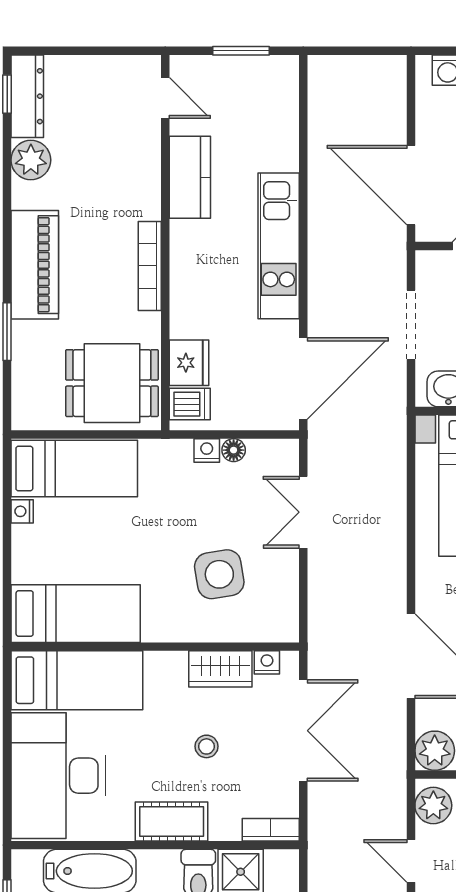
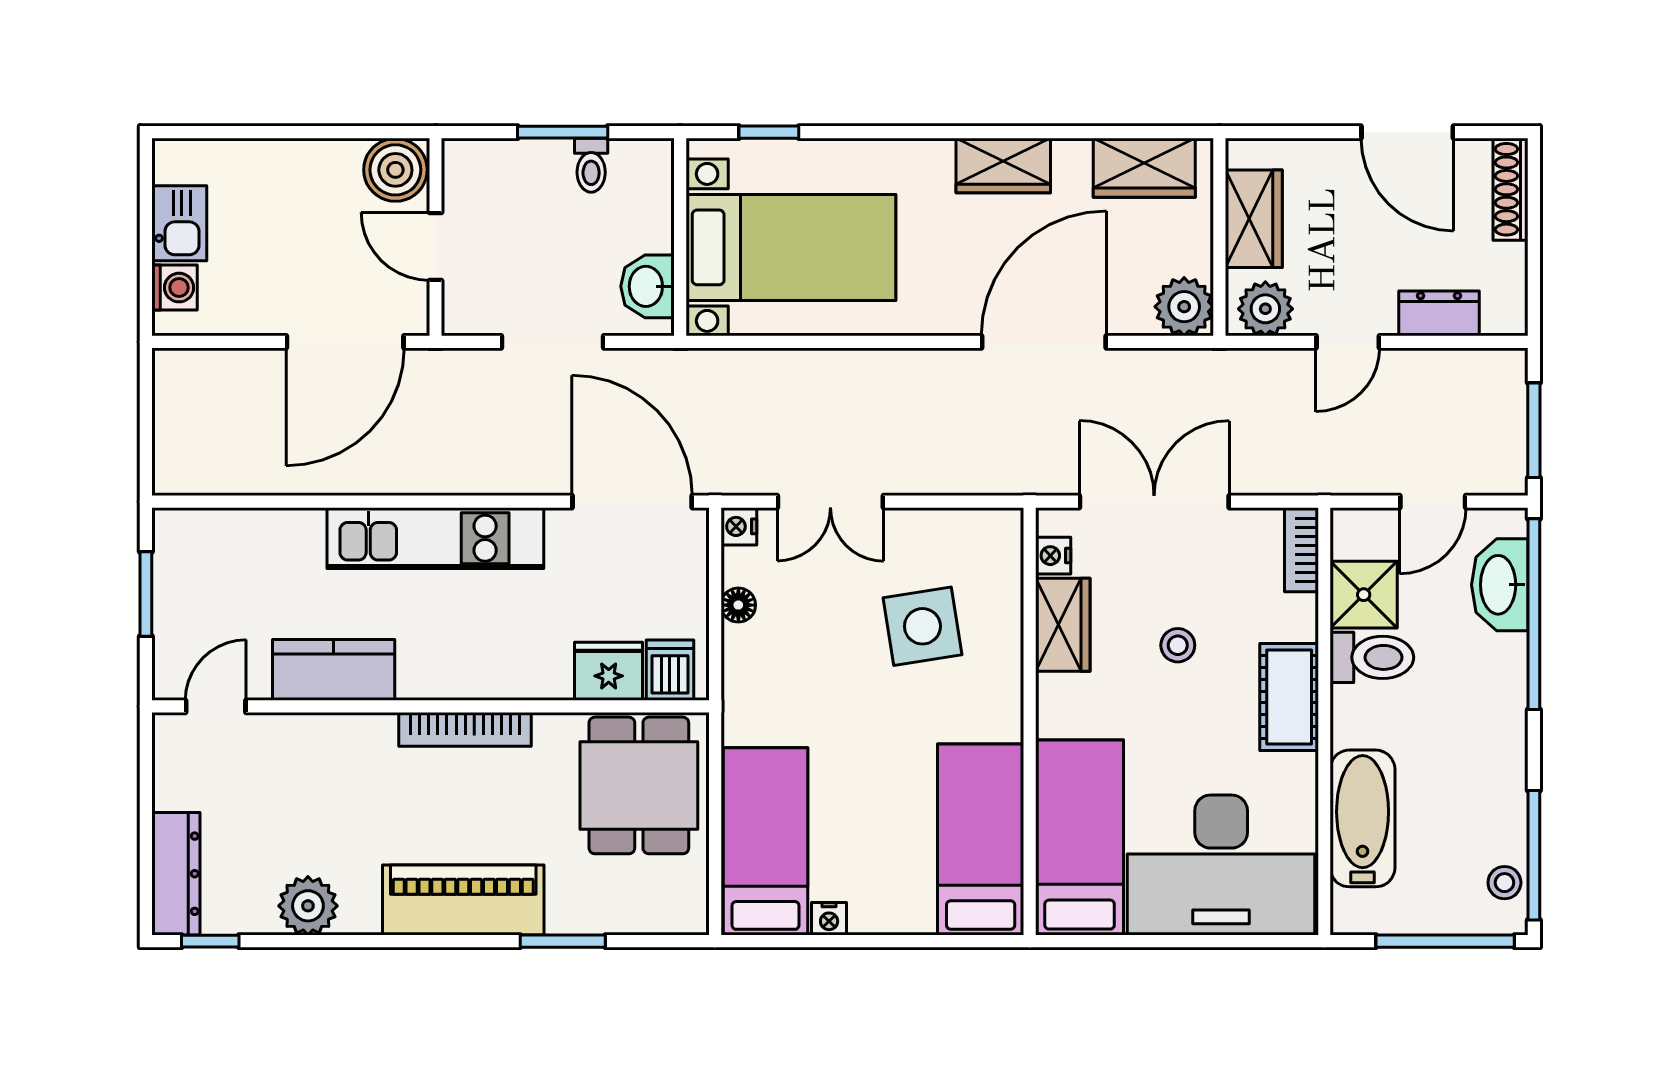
dresser: (27, 96) -> (176, 874), moved, turned 90
nightstand: (207, 450) -> (739, 526), moved

